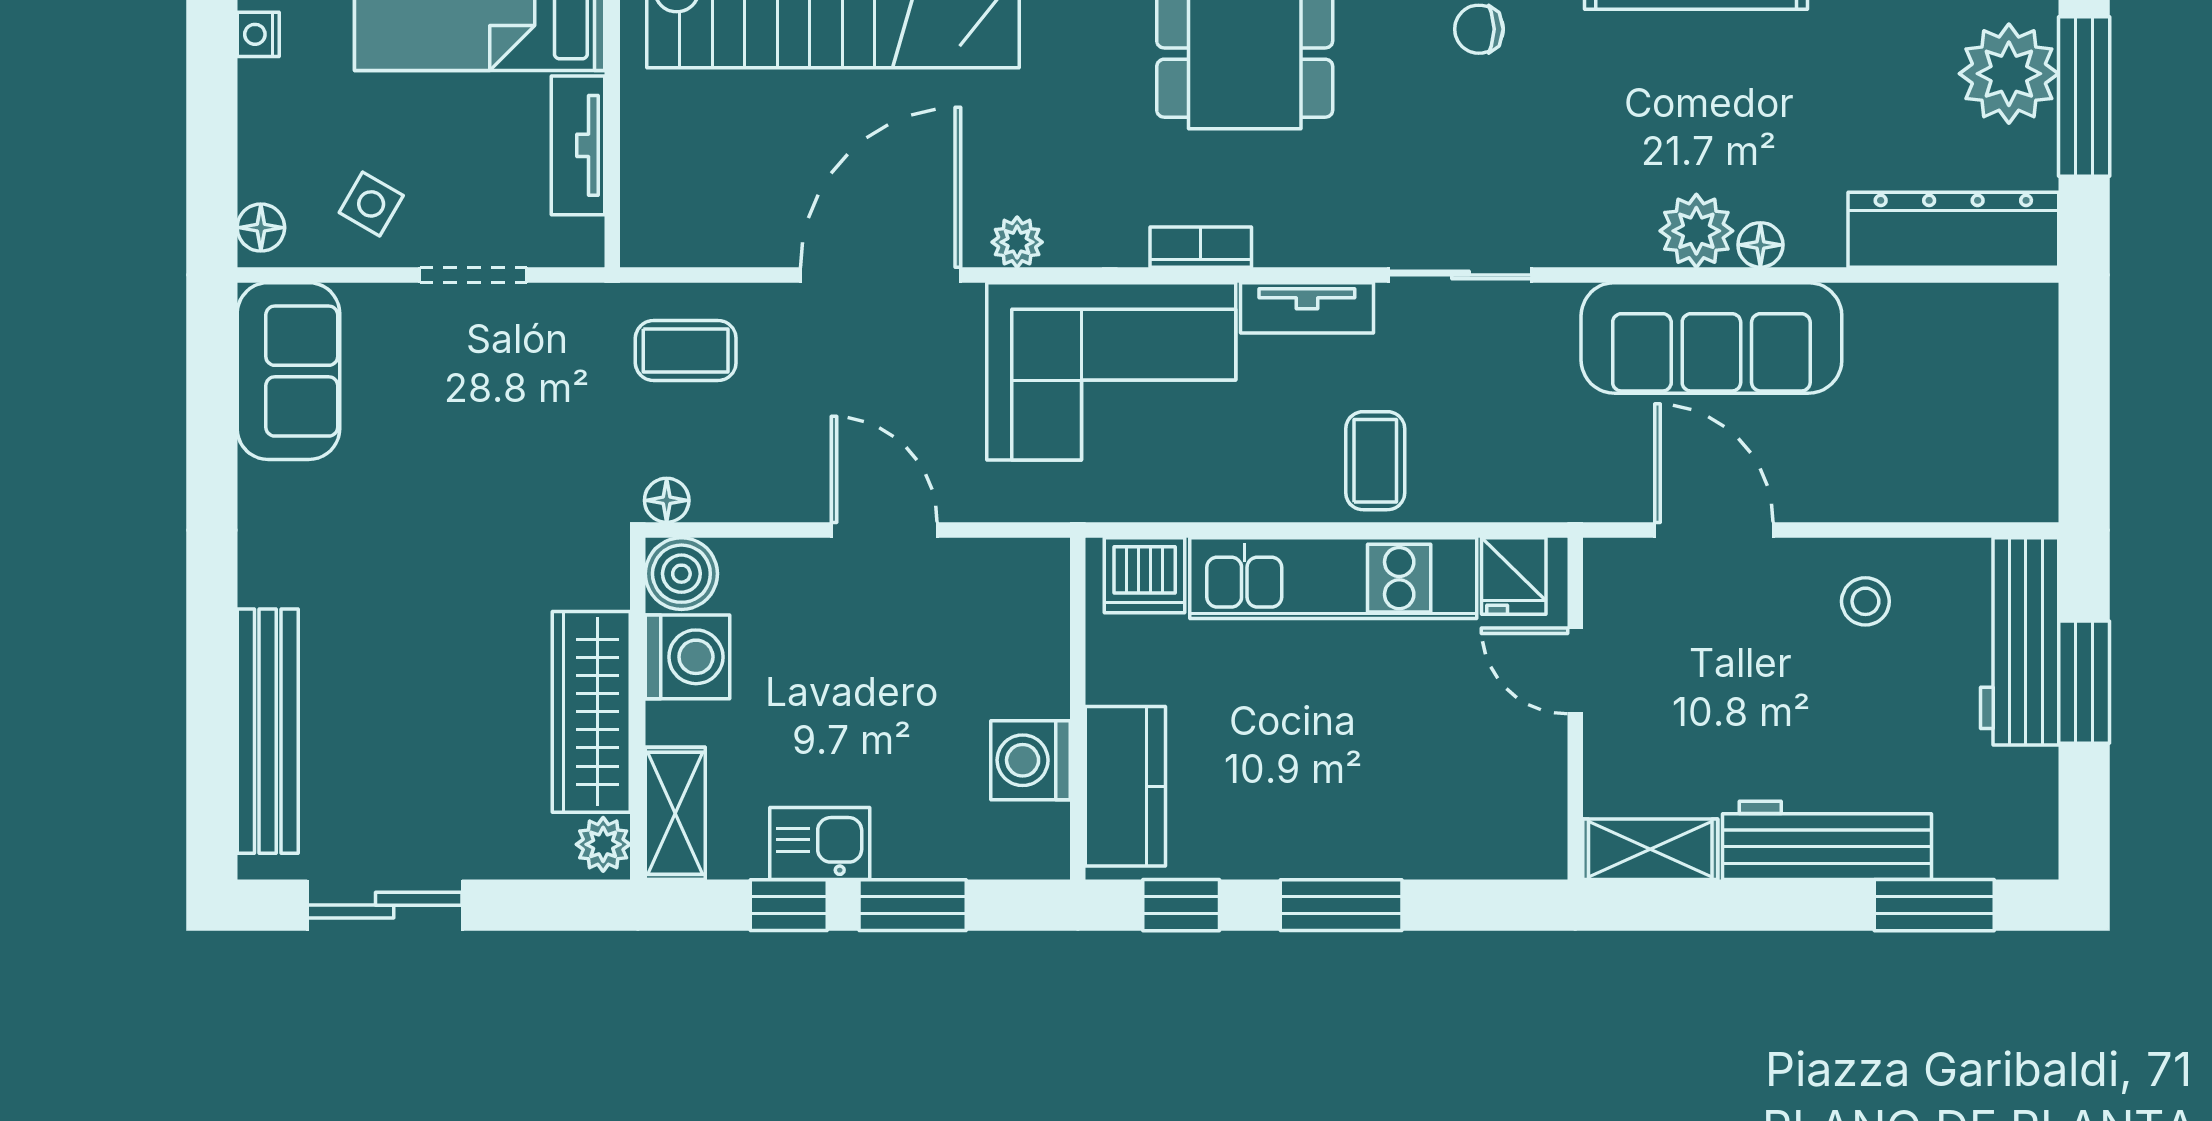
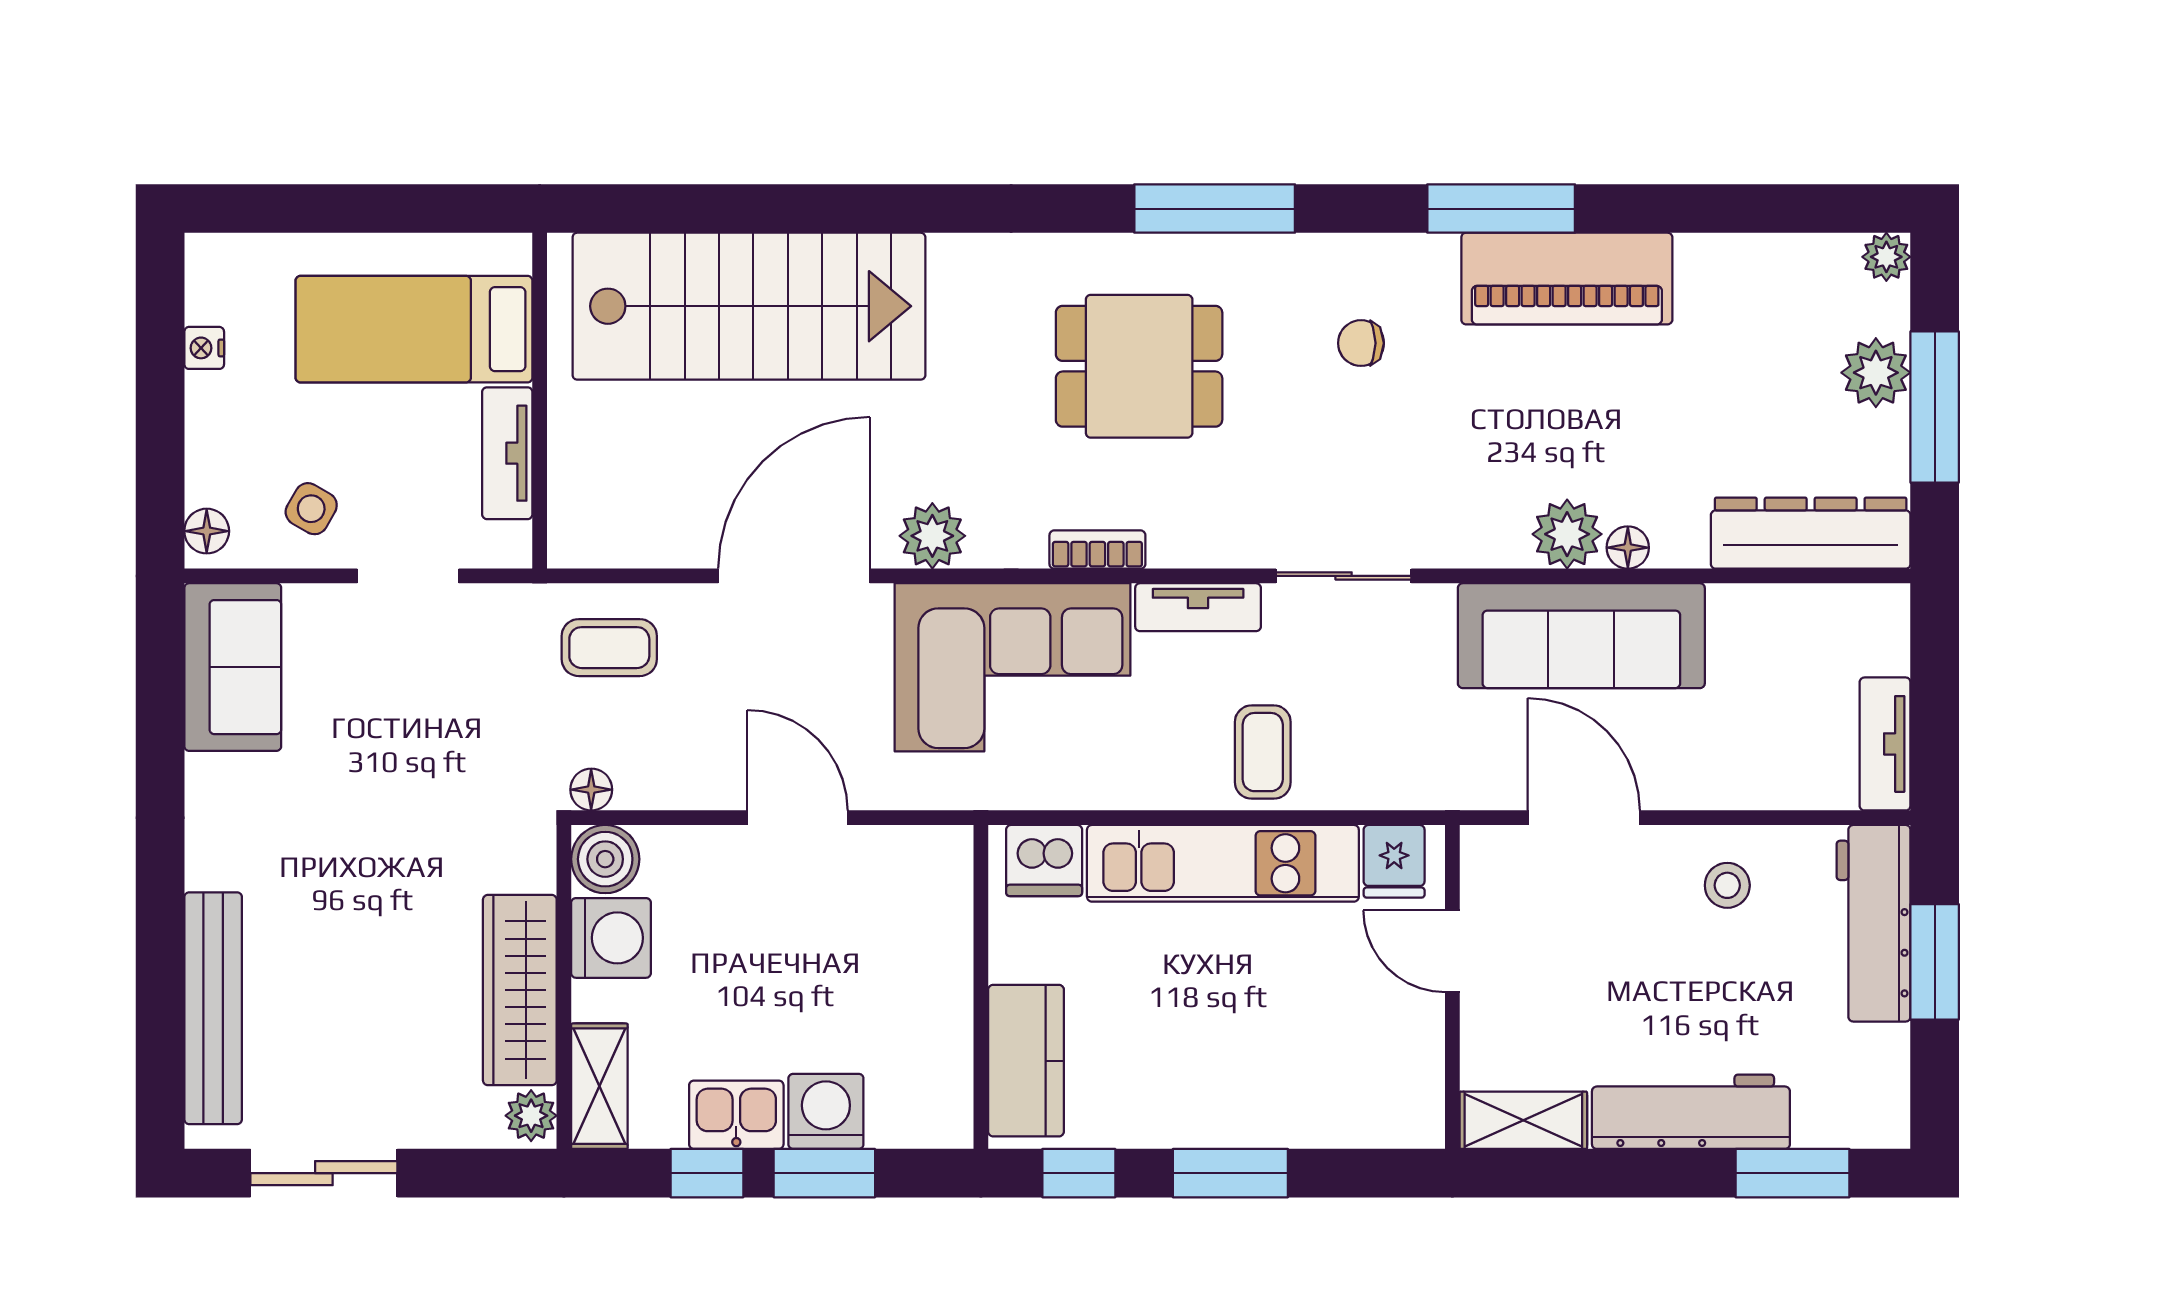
plant: (2009, 74) -> (1876, 373), width x0.73, depth x0.73
plant: (1017, 242) -> (932, 536), width x1.38, depth x1.38
tv unit: (2032, 452) -> (1885, 744), added
washing machine: (1031, 760) -> (826, 1111), moved, turned 90

